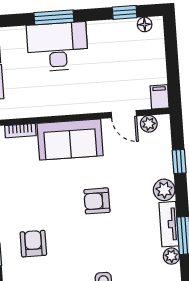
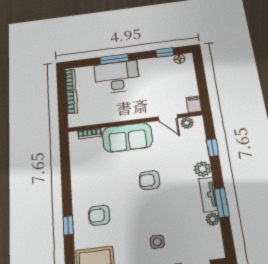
armchair: (33, 244) -> (99, 215), turned -90

